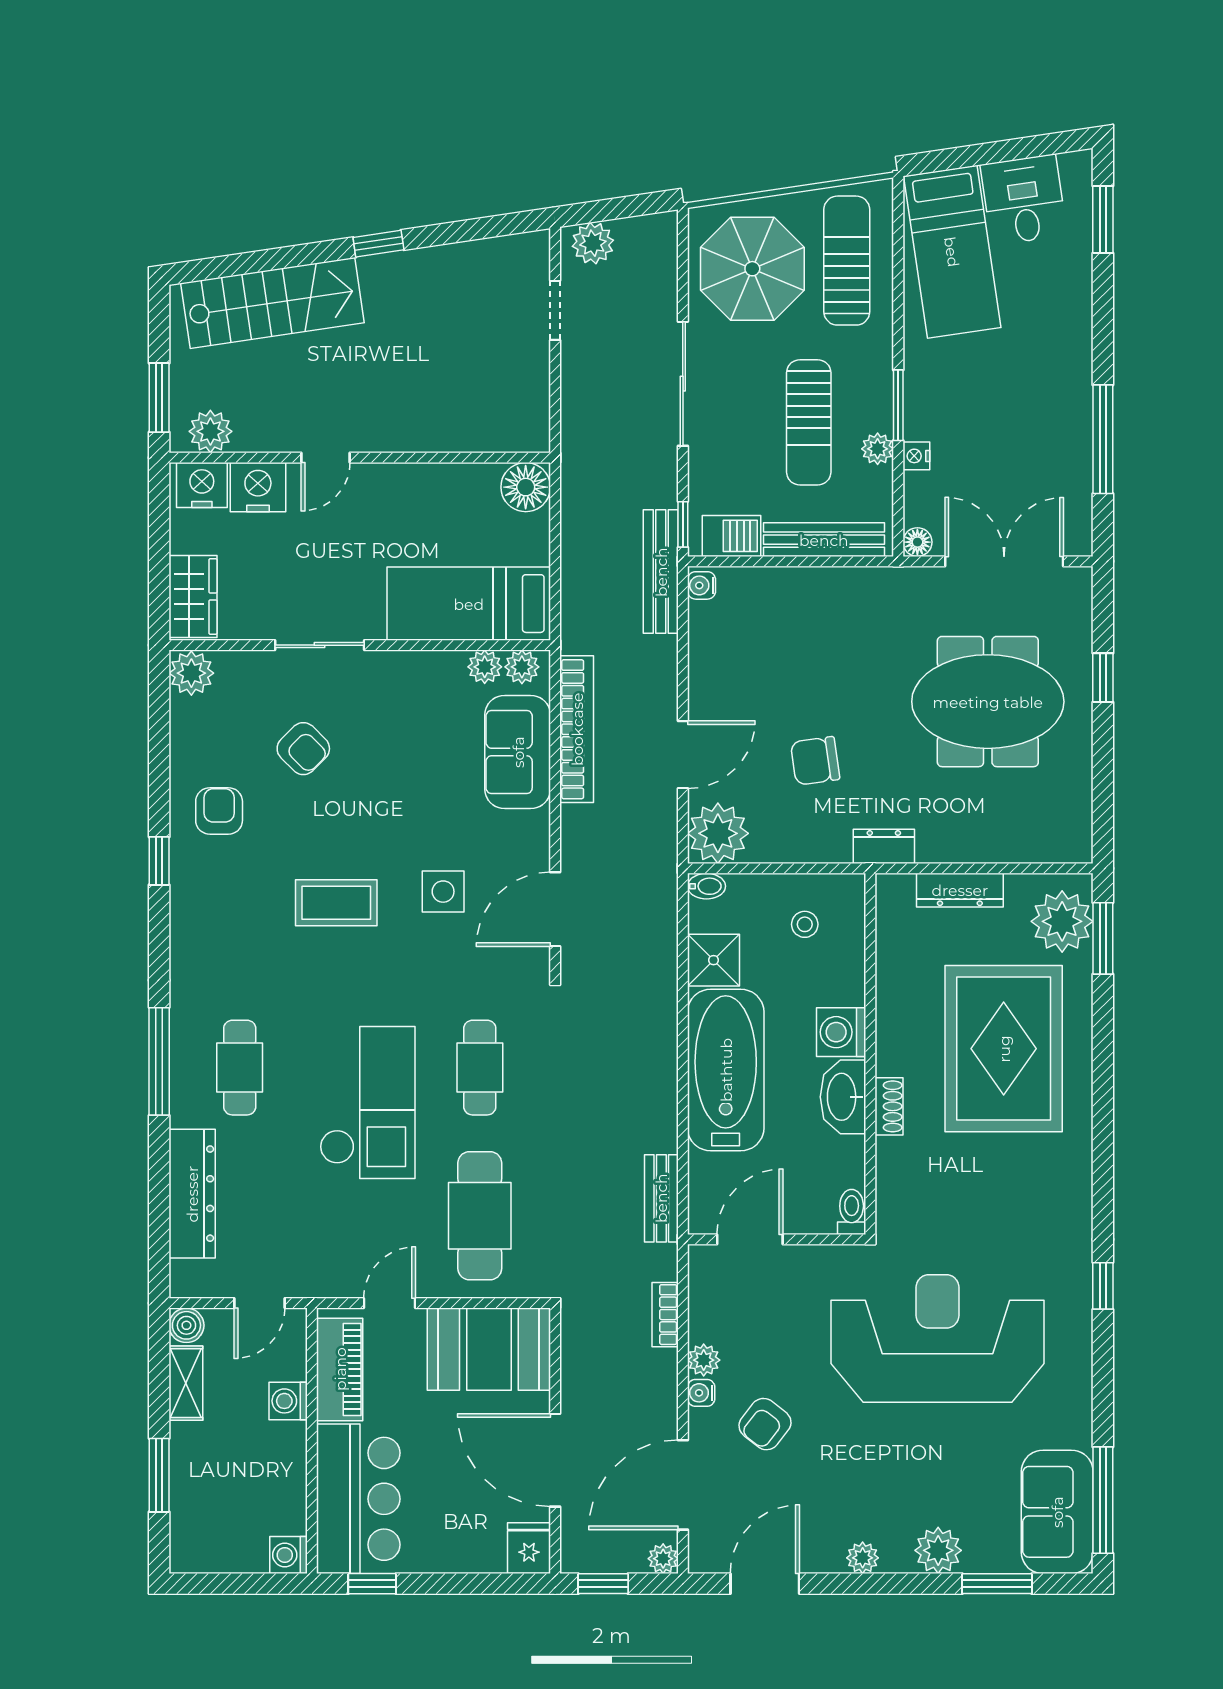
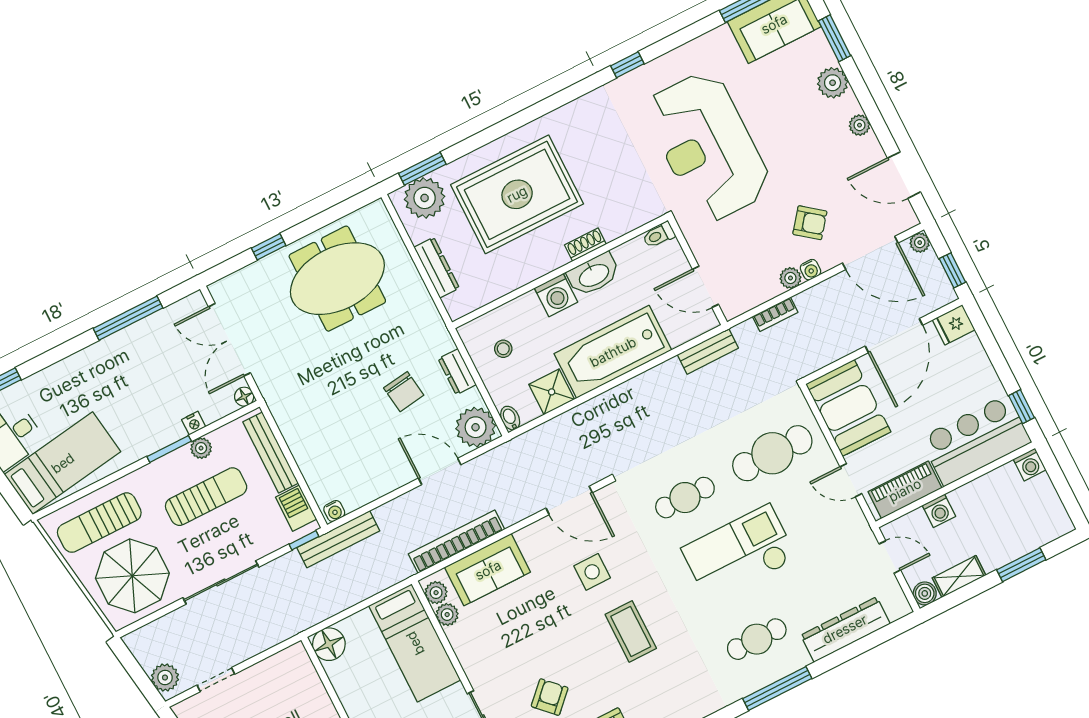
meeting table: (988, 702) -> (337, 279), moved, turned 90
dresser: (884, 846) -> (457, 372), moved

